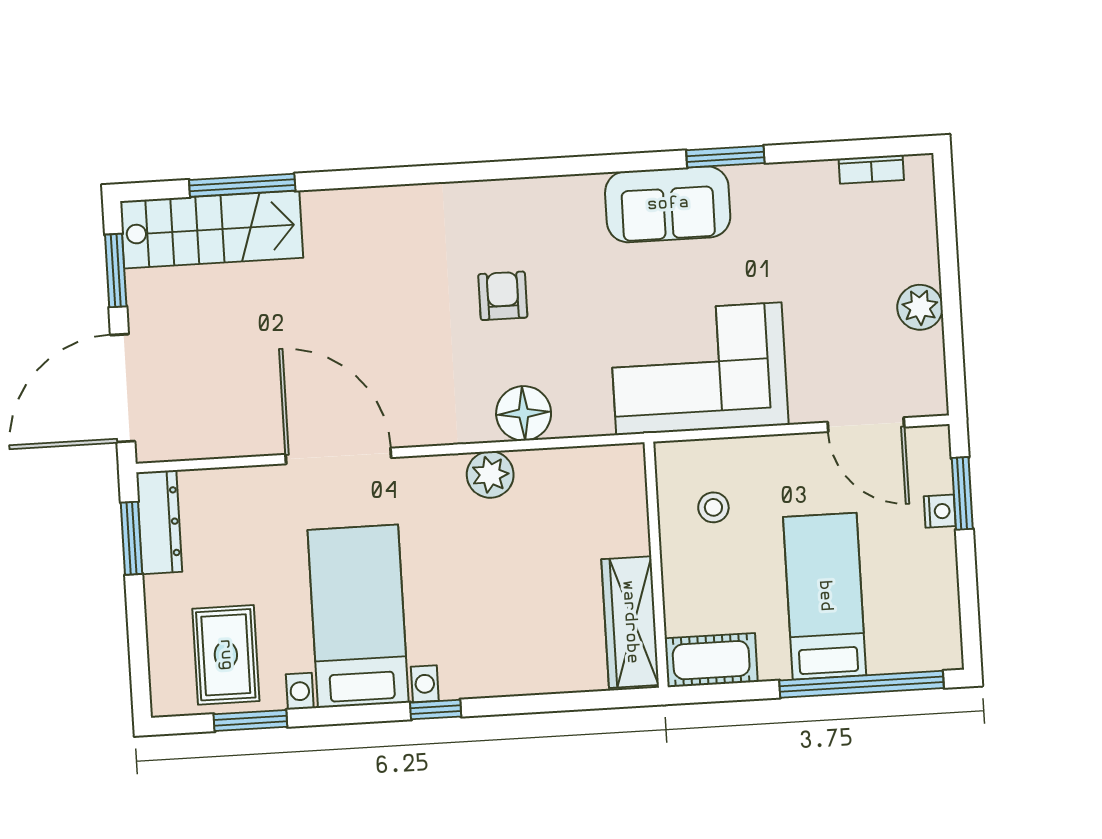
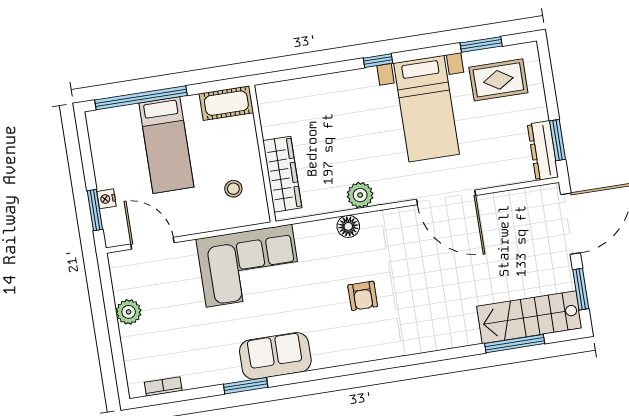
floor lamp: (524, 413) -> (348, 226), width x0.73, depth x0.73
wardrobe: (630, 622) -> (282, 174), moved
rug: (226, 655) -> (498, 80), turned 90

